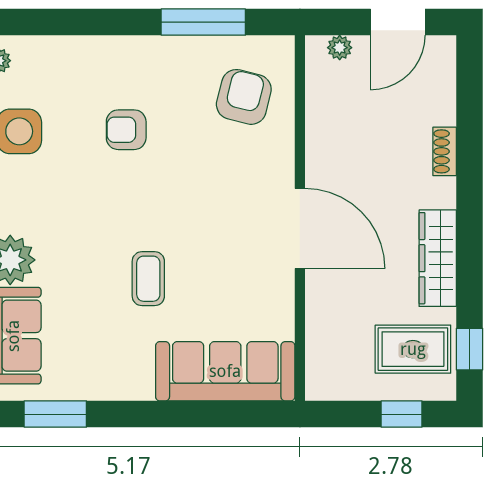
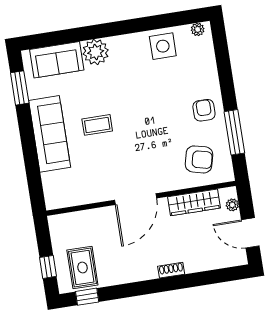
armchair: (126, 130) -> (204, 110), moved
shoe rack: (445, 151) -> (171, 270), moved
wardrobe: (438, 258) -> (194, 202), moved, turned 180
sofa: (225, 371) -> (50, 134), moved

